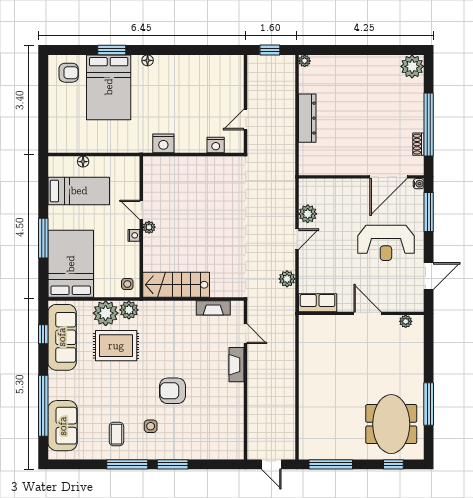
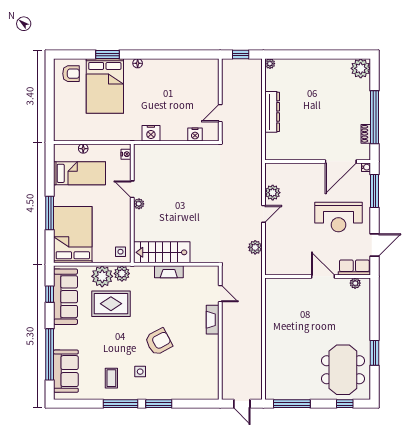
nightstand: (134, 235) -> (126, 154), moved
row of seats: (318, 303) -> (354, 267), moved
fireplace: (213, 308) -> (169, 272), moved
armchair: (173, 391) -> (159, 342), turned 152
window: (429, 404) -> (374, 353), width x0.69

